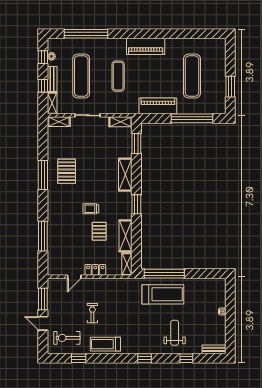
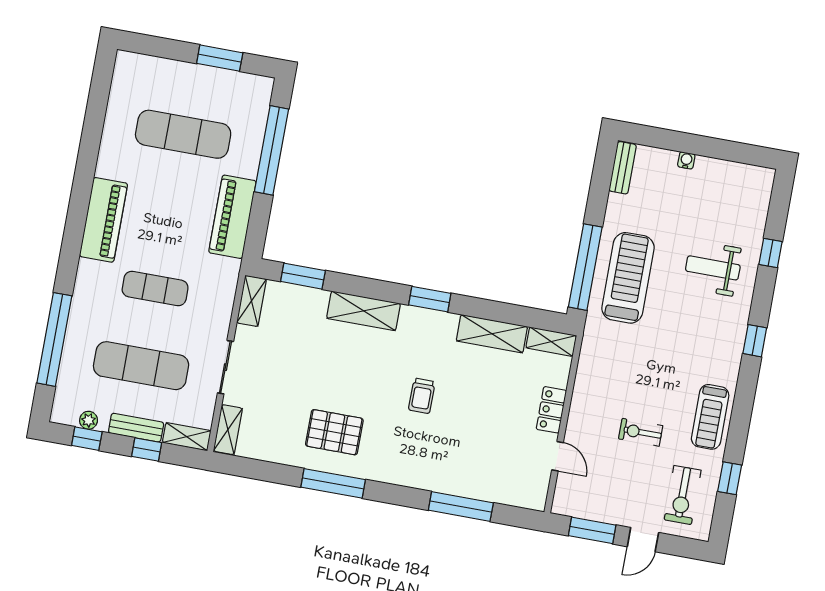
pallet: (99, 231) -> (472, 387), removed
bench: (214, 349) -> (623, 168), moved

